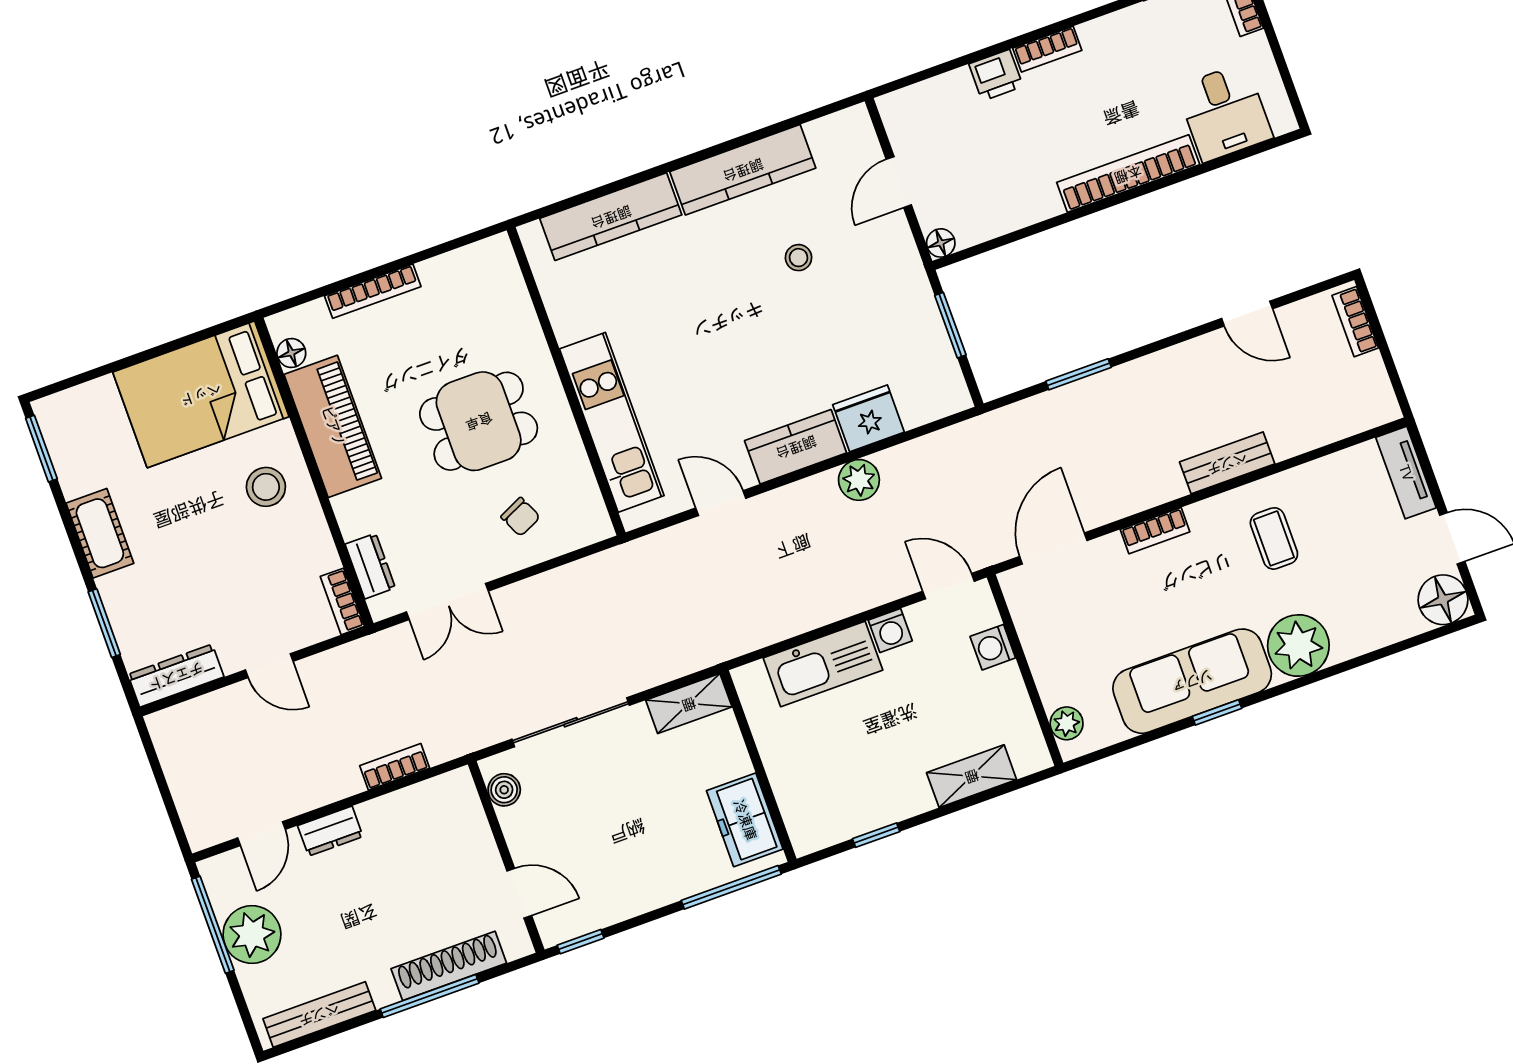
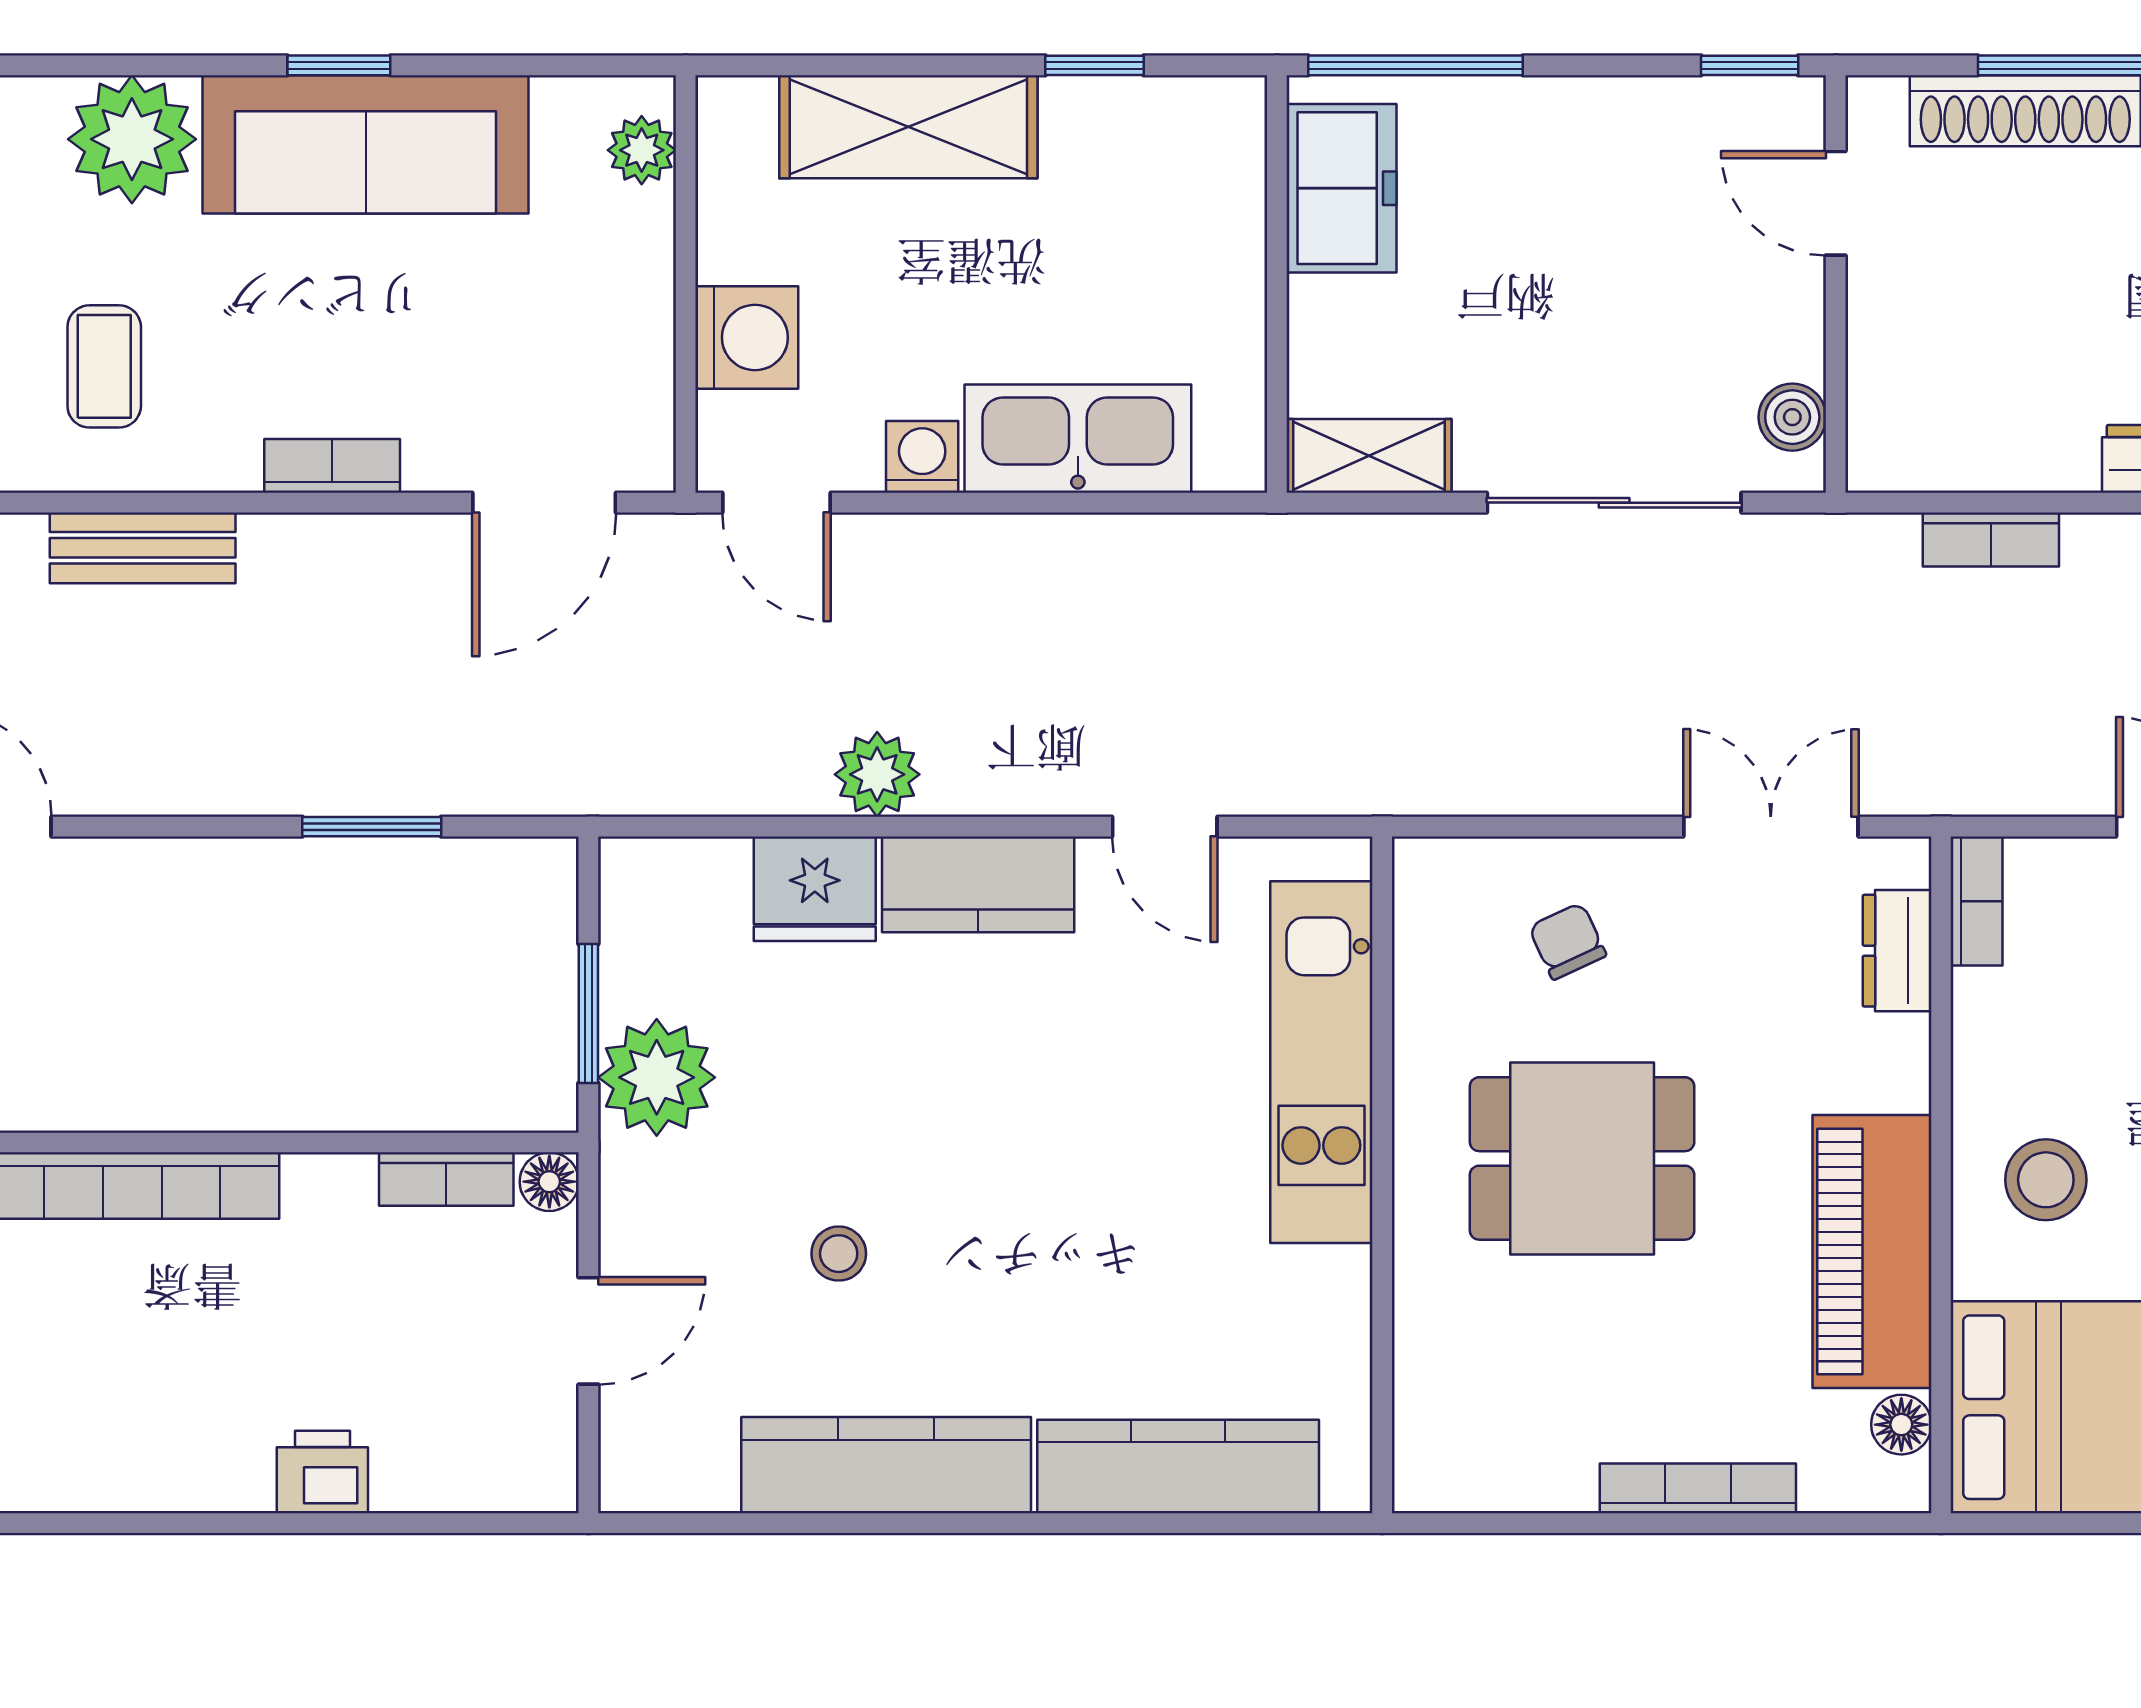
bookcase: (1047, 49) -> (446, 1179), moved, turned 180
plant: (909, 308) -> (657, 1077), added
washing machine: (993, 647) -> (747, 337), width x1.38, depth x1.38
shelving: (972, 776) -> (908, 127), width x1.50, depth x1.33

